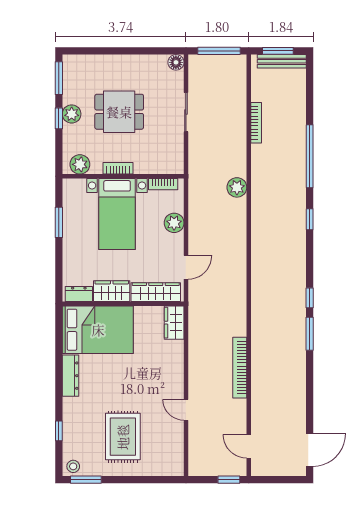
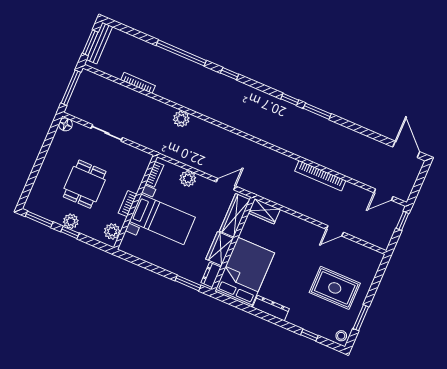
window: (59, 222) -> (188, 283), moved
door: (186, 267) -> (226, 184), hinge flipped
window: (86, 480) -> (361, 318), moved

